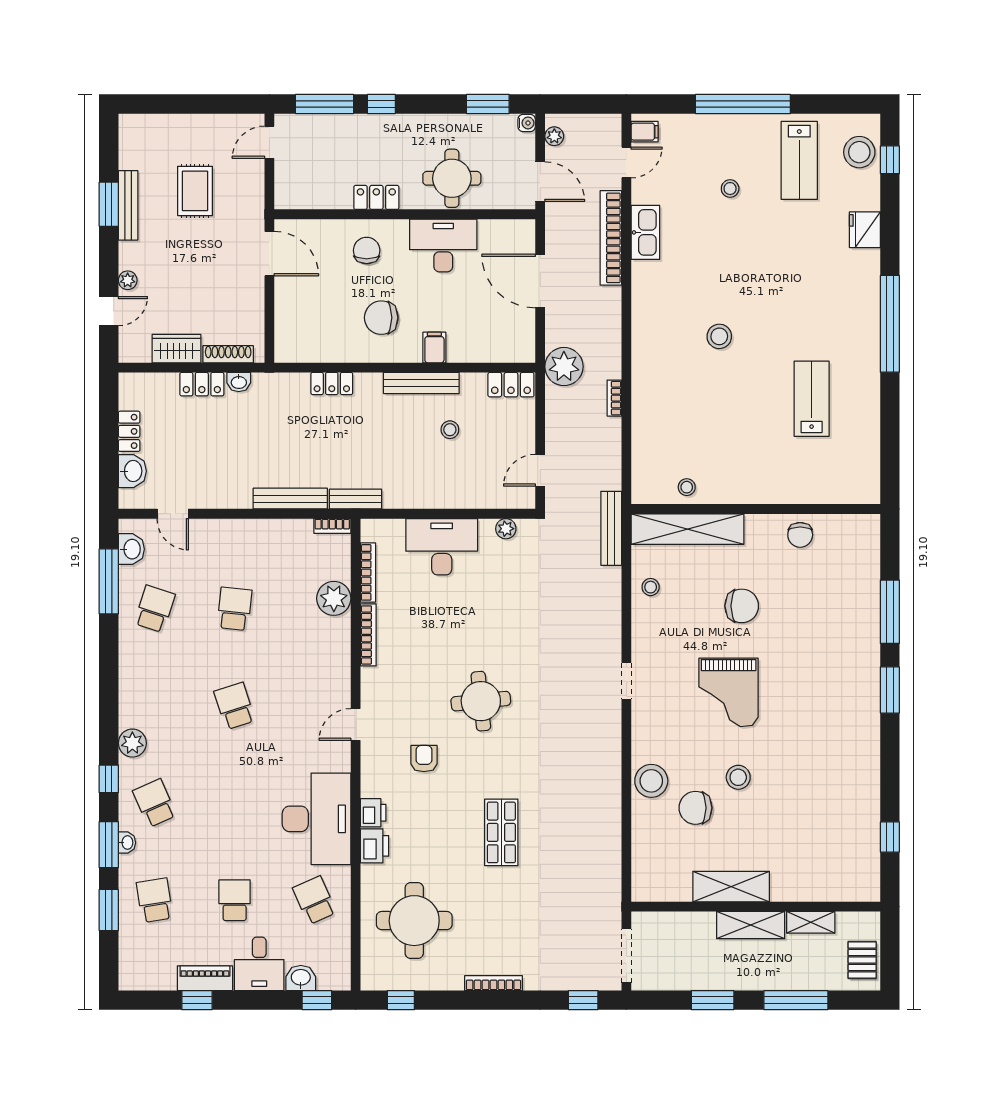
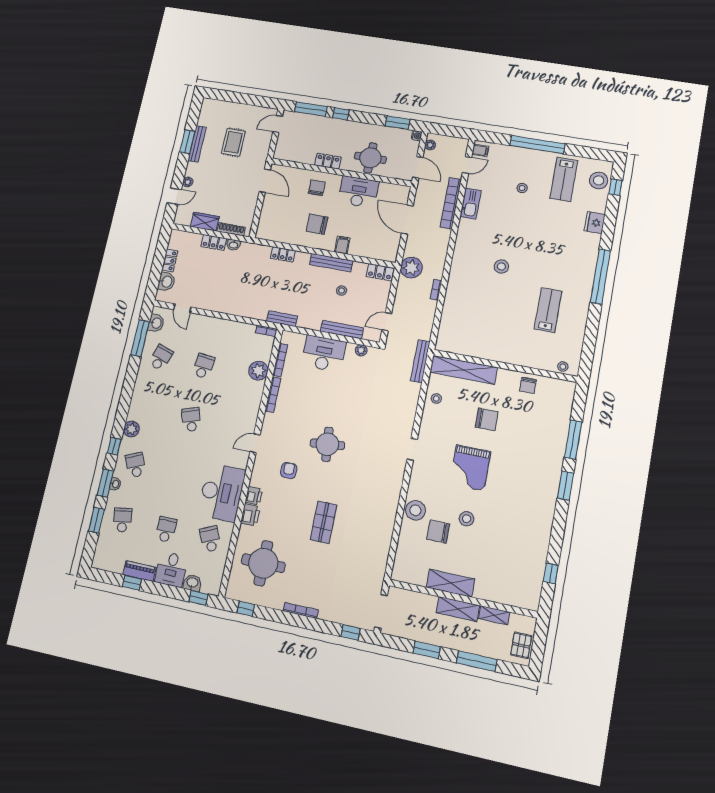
stool: (687, 487) -> (563, 367), moved
bench: (290, 499) -> (342, 330), moved

